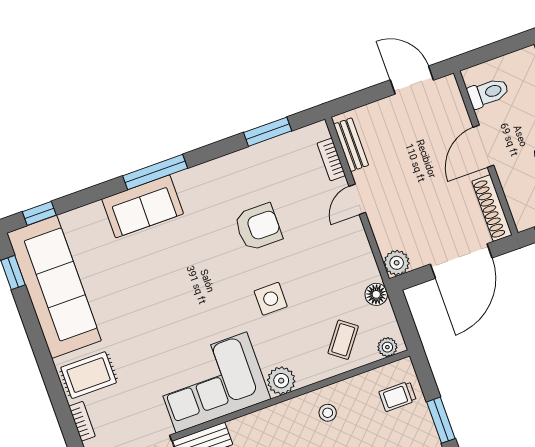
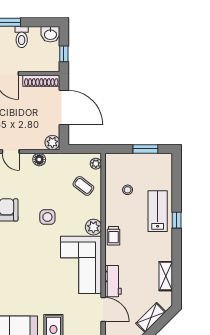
floor lamp: (376, 294) -> (39, 159), moved
trolley: (398, 396) -> (114, 236), moved
stool: (328, 413) -> (128, 190), moved

